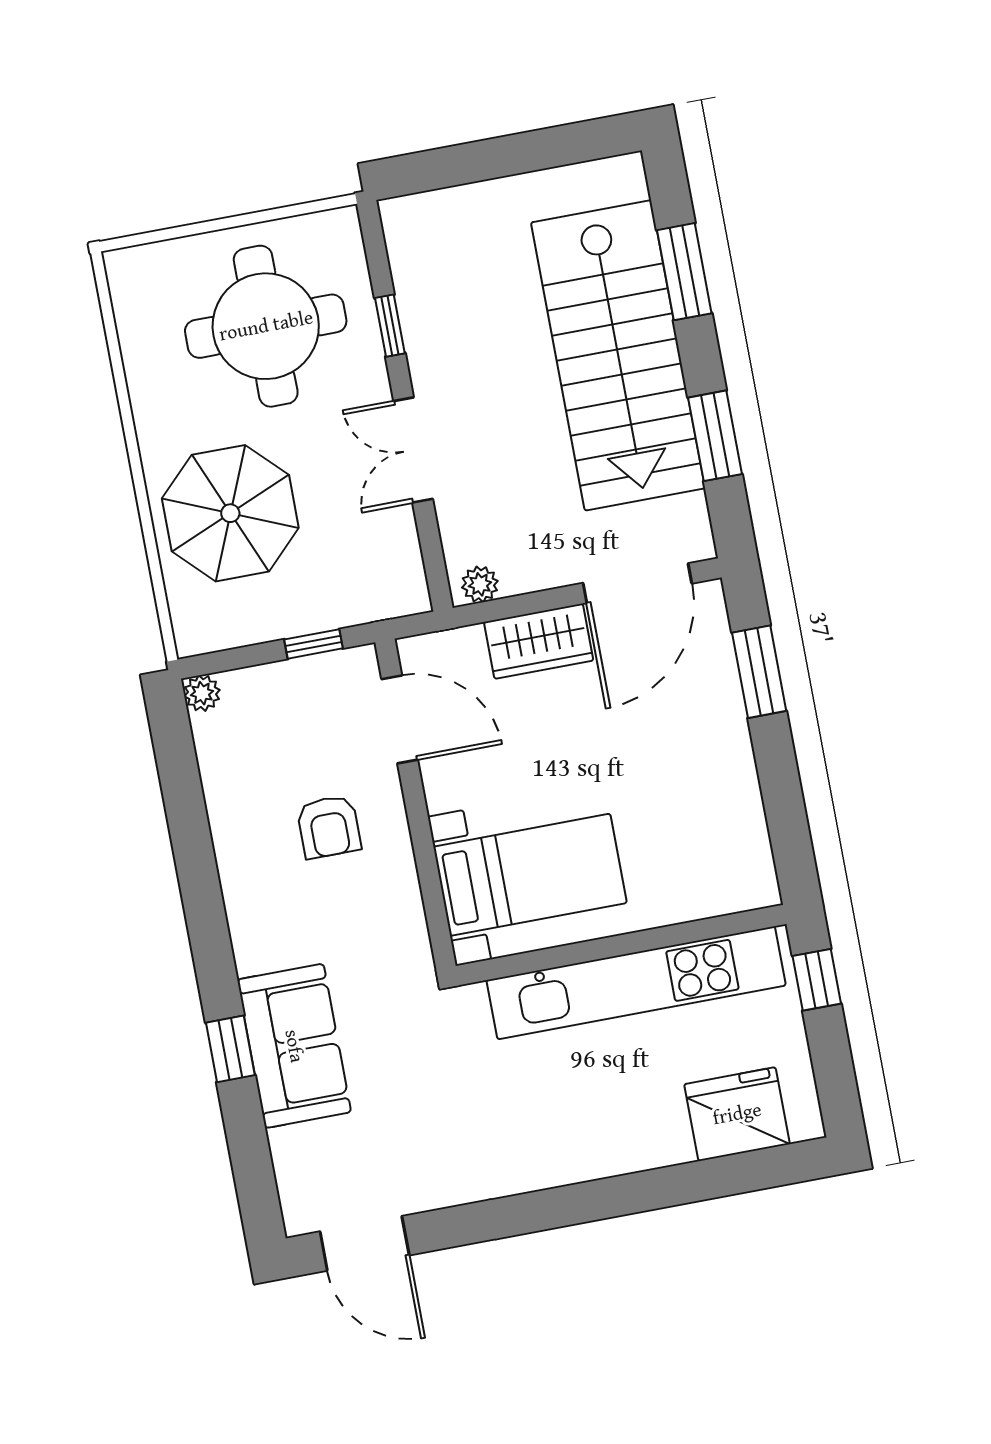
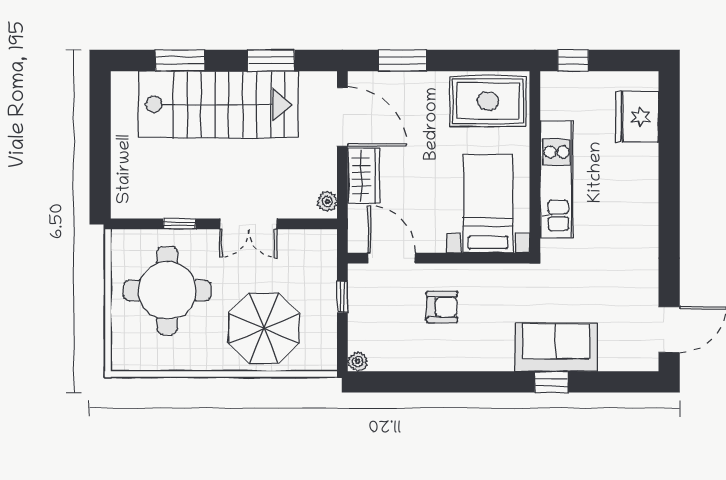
door: (400, 719) -> (392, 258), hinge flipped
rug: (715, 840) -> (488, 101), added
kitchen unit: (636, 983) -> (557, 179), width x0.73

